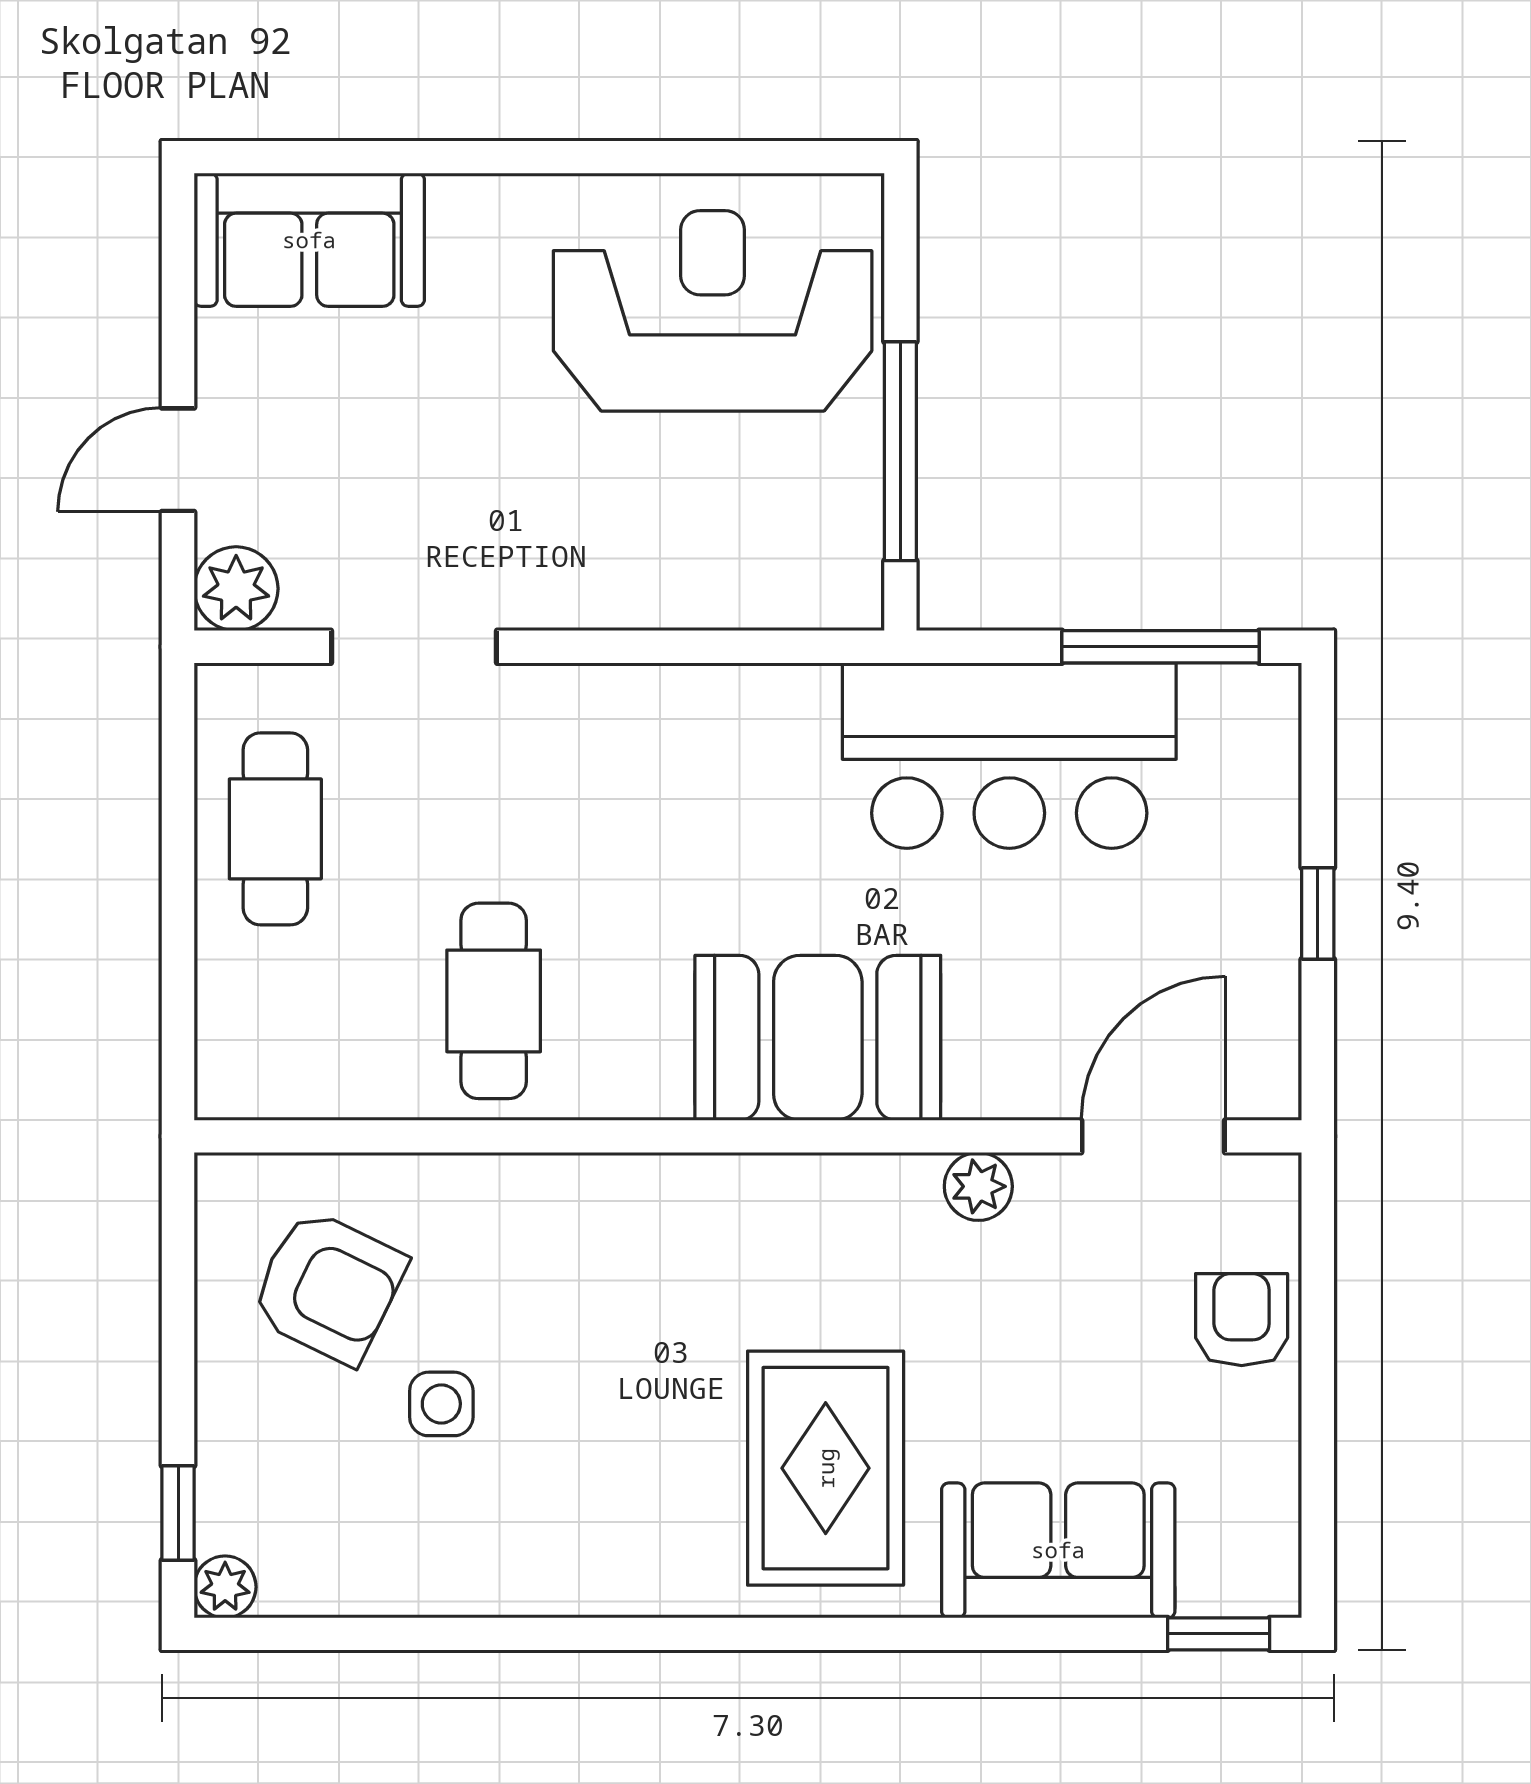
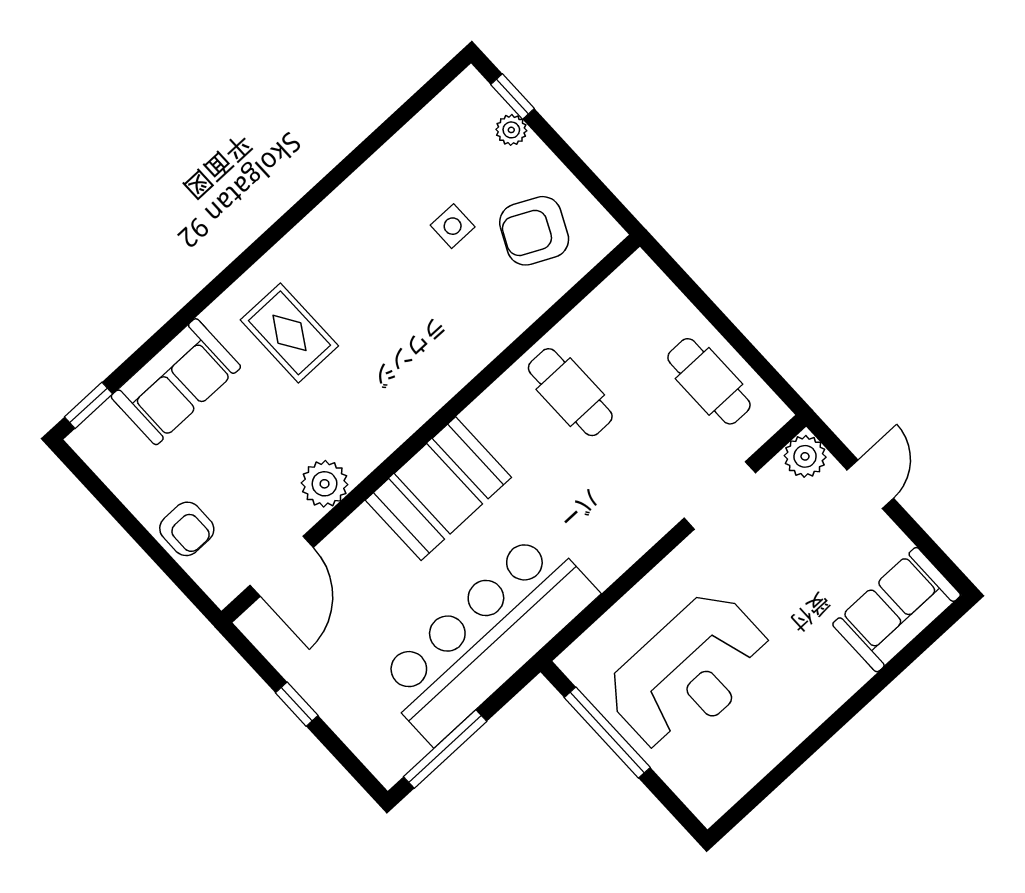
reception desk: (713, 311) -> (690, 672), moved
bar counter: (1009, 756) -> (486, 637), width x1.36
plant: (978, 1186) -> (325, 484), width x1.38, depth x1.38
rug: (826, 1468) -> (289, 333), width x0.73, depth x0.70
plant: (225, 1587) -> (511, 130), moved

